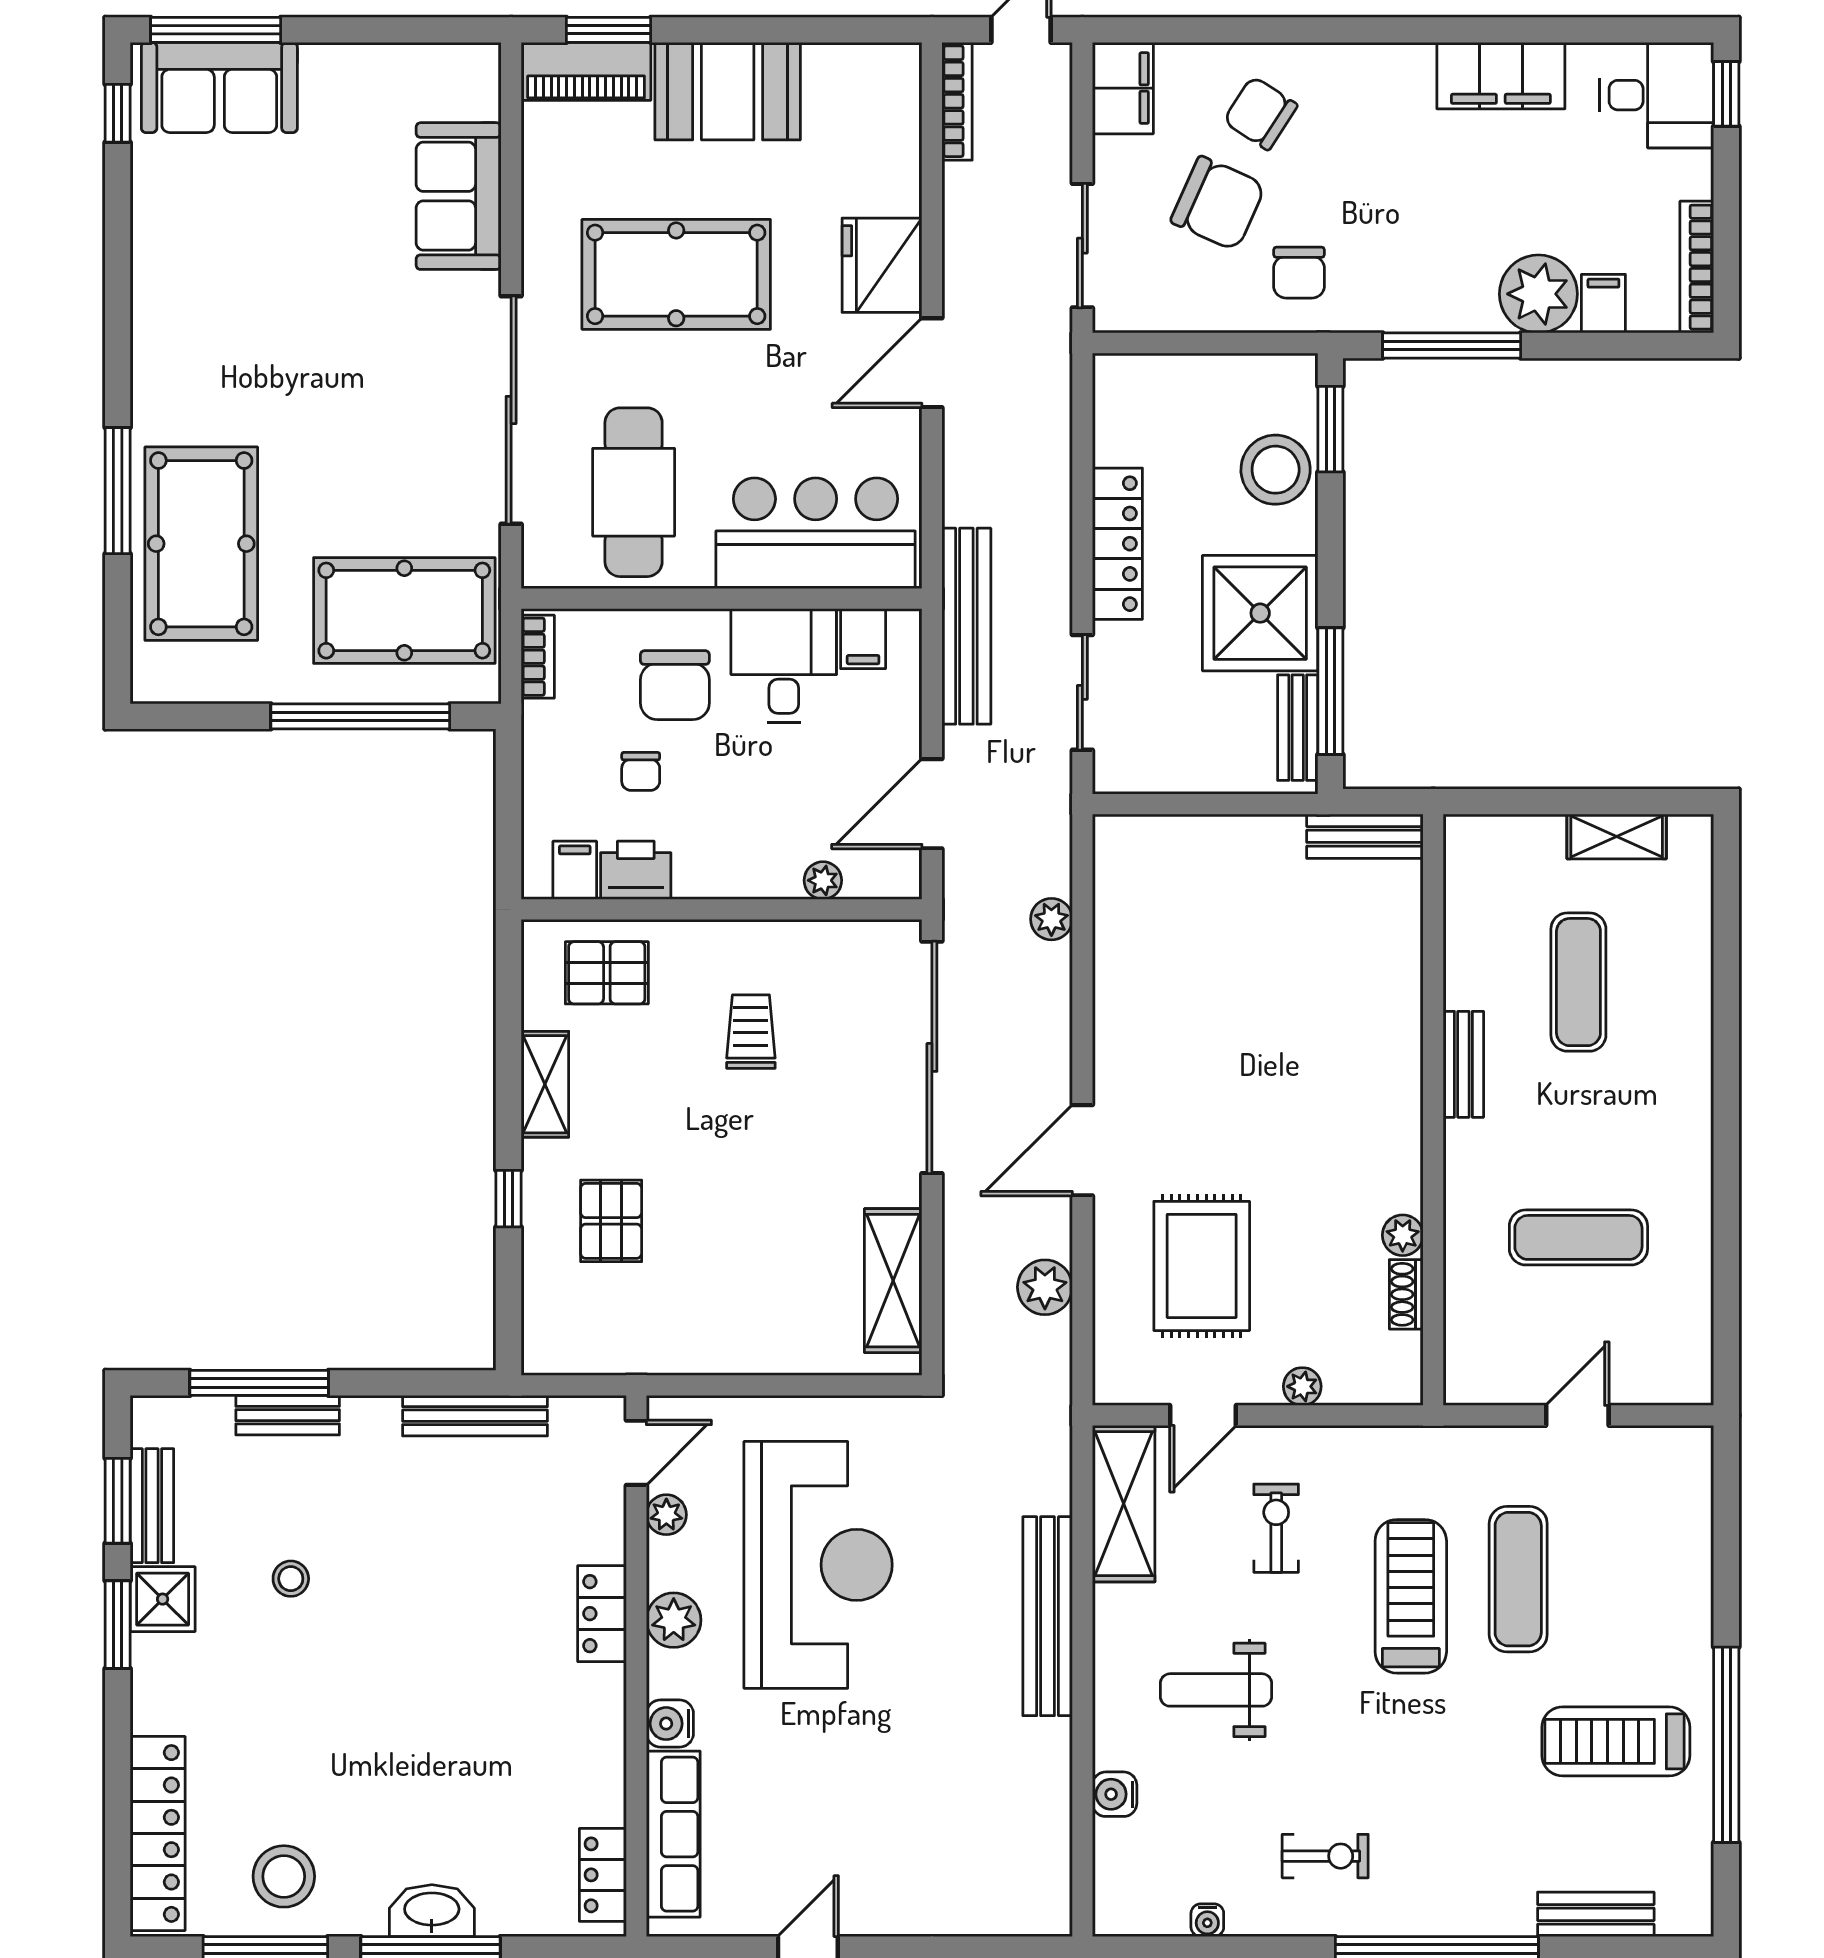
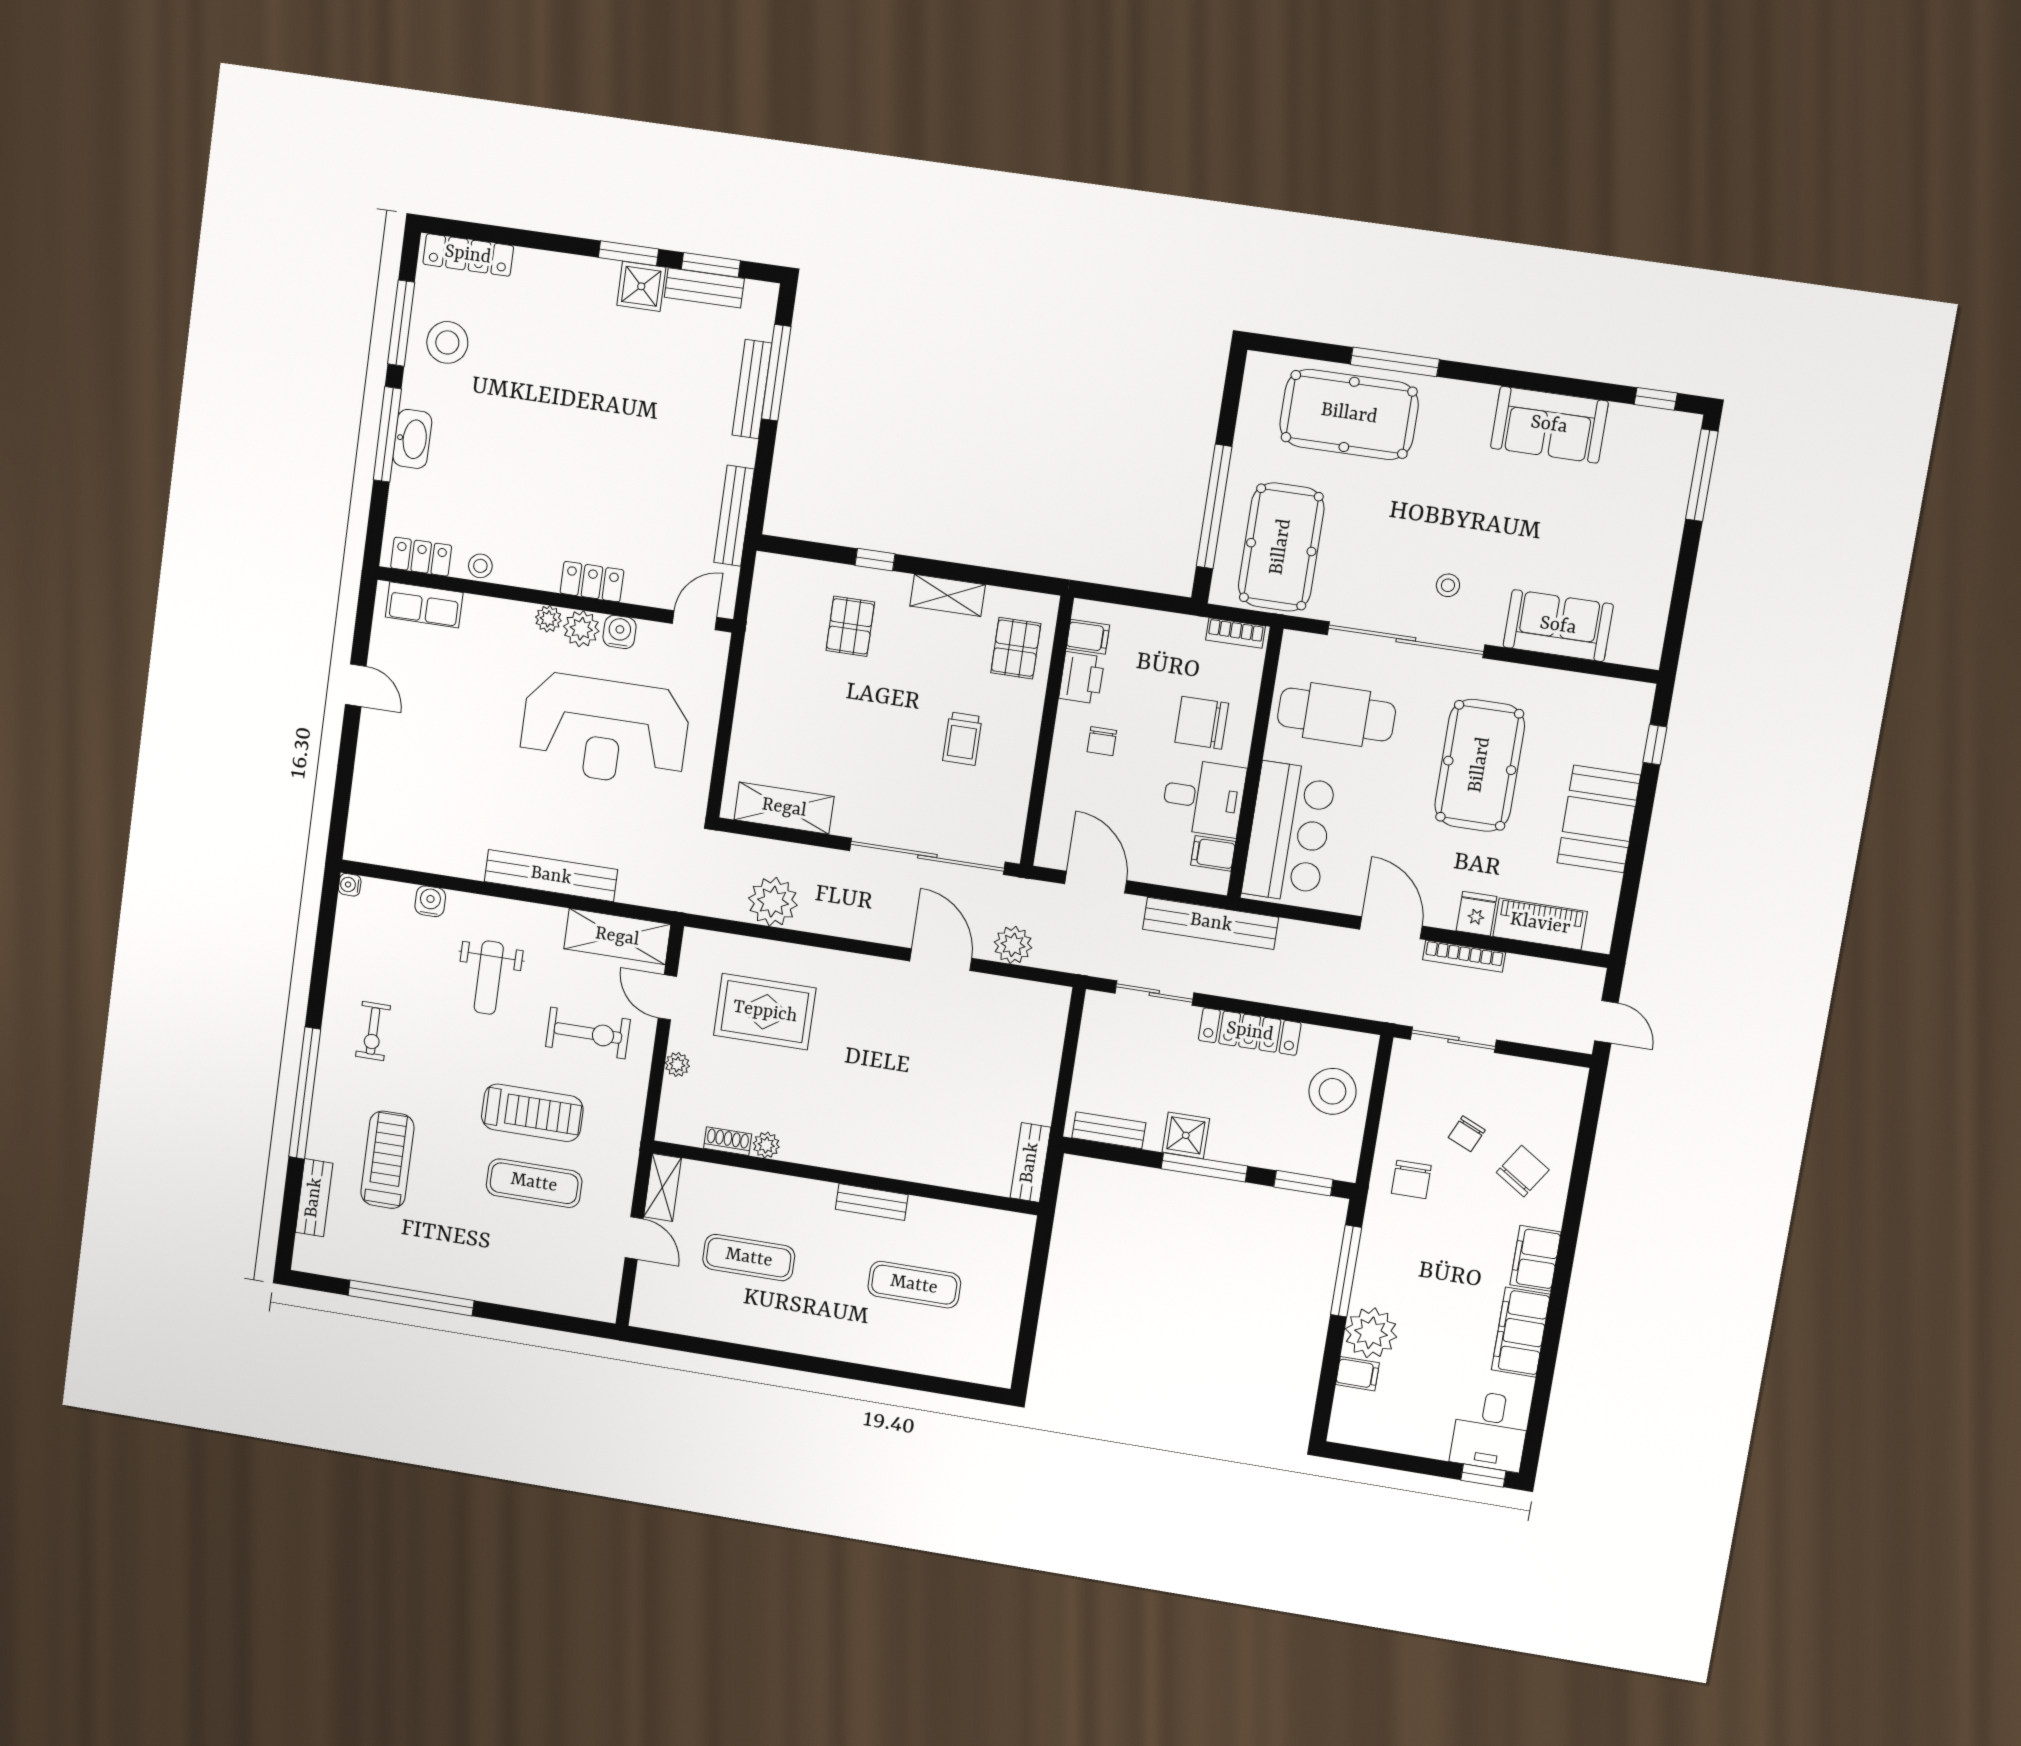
window: (609, 30) -> (1655, 745), width x0.67
piano: (586, 71) -> (1540, 924), moved, turned 90
sofa: (219, 87) -> (1549, 425), moved, turned -90
filing cabinet: (1123, 88) -> (1535, 1258), moved, turned 90
bookcase: (957, 101) -> (1464, 956), moved
chair: (1218, 203) -> (1467, 1134), width x0.54, depth x0.54
fridge: (882, 265) -> (1476, 914), width x0.53, depth x0.75
bookcase: (1697, 267) -> (1372, 1438), removed
chair: (1299, 273) -> (1411, 1179), turned -90
stool: (424, 363) -> (1448, 585), added
stool: (1276, 470) -> (1333, 1091), moved
shower: (1260, 613) -> (1186, 1135), width x0.54, depth x0.54
window: (1330, 691) -> (1204, 1167), moved
chair: (641, 771) -> (1102, 741), moved, turned -90
shelving: (1617, 836) -> (662, 1187), moved
plant: (823, 880) -> (1056, 802), removed
plant: (1051, 919) -> (1013, 945), width x1.38, depth x1.38
trolley: (751, 1032) -> (962, 739), turned 90
door: (1082, 1150) -> (941, 960), moved
pallet: (611, 1221) -> (850, 626), turned 90
exercise mat: (1578, 1237) -> (749, 1258), turned 90
plant: (1045, 1287) -> (773, 902), width x1.36, depth x1.36
bench: (288, 1415) -> (752, 389), width x1.36
door: (636, 1453) -> (695, 620), swing flipped
plant: (666, 1515) -> (548, 619), moved
exercise bike: (1276, 1528) -> (588, 1033), width x1.38, depth x1.39
stool: (291, 1579) -> (480, 566), moved
weight bench: (1216, 1690) -> (489, 978), turned 180
water cooler: (670, 1724) -> (620, 632), moved
treadmill: (1616, 1741) -> (387, 1160), moved
locker: (158, 1833) -> (468, 255), width x0.71, depth x0.83
row of seats: (673, 1834) -> (424, 605), width x0.68
water cooler: (1207, 1920) -> (350, 885), moved

